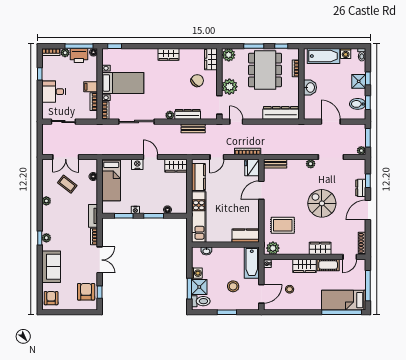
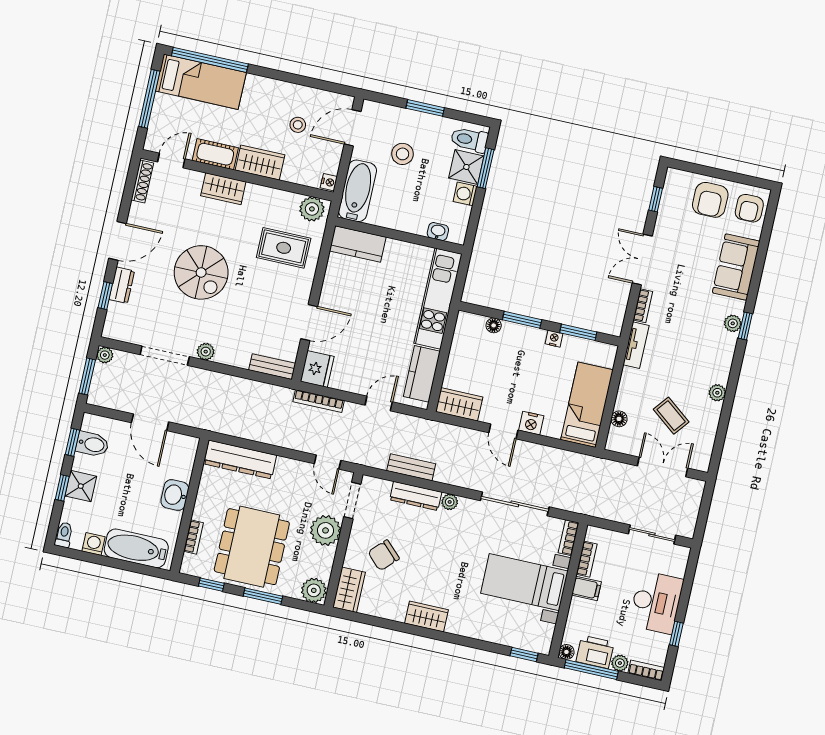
desk: (54, 92) -> (656, 602), width x1.37
armchair: (86, 292) -> (710, 200), moved

